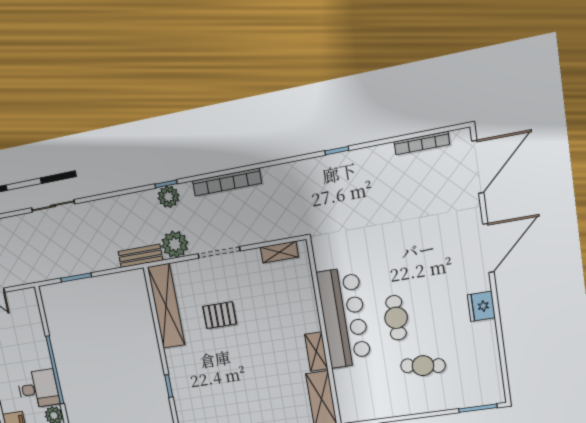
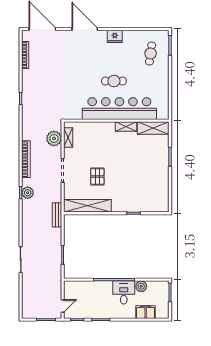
plant: (175, 244) -> (54, 138), moved
bar counter: (344, 318) -> (119, 109), width x1.36
cafe table: (423, 366) -> (151, 53), moved

